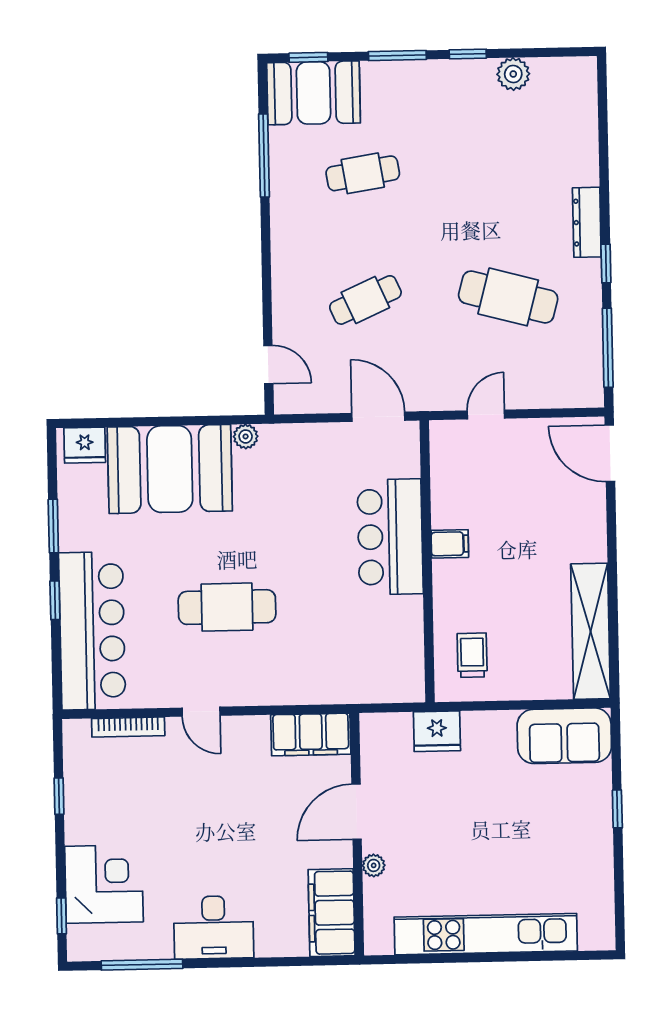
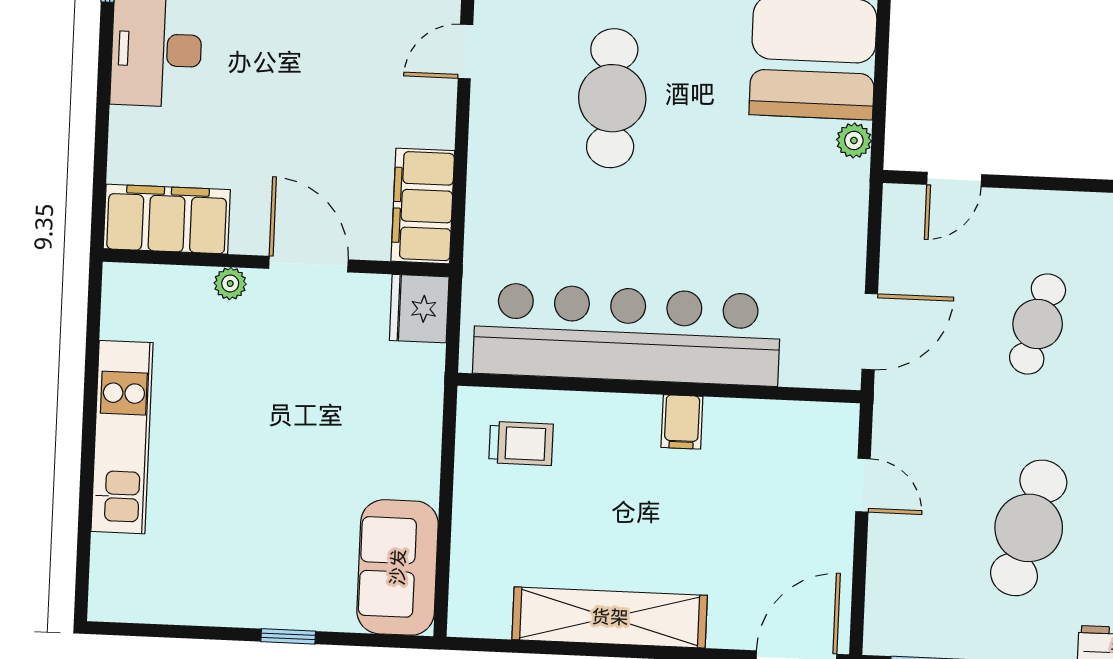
cafe table: (365, 300) -> (1038, 324), turned 39
bar counter: (390, 537) -> (627, 334), width x1.86
shelving: (591, 631) -> (610, 617), moved
fridge: (437, 731) -> (419, 309), moved
kitchen unit: (486, 934) -> (122, 437), width x0.73

